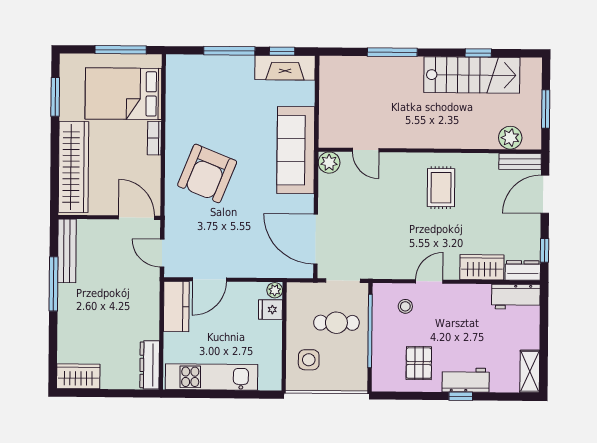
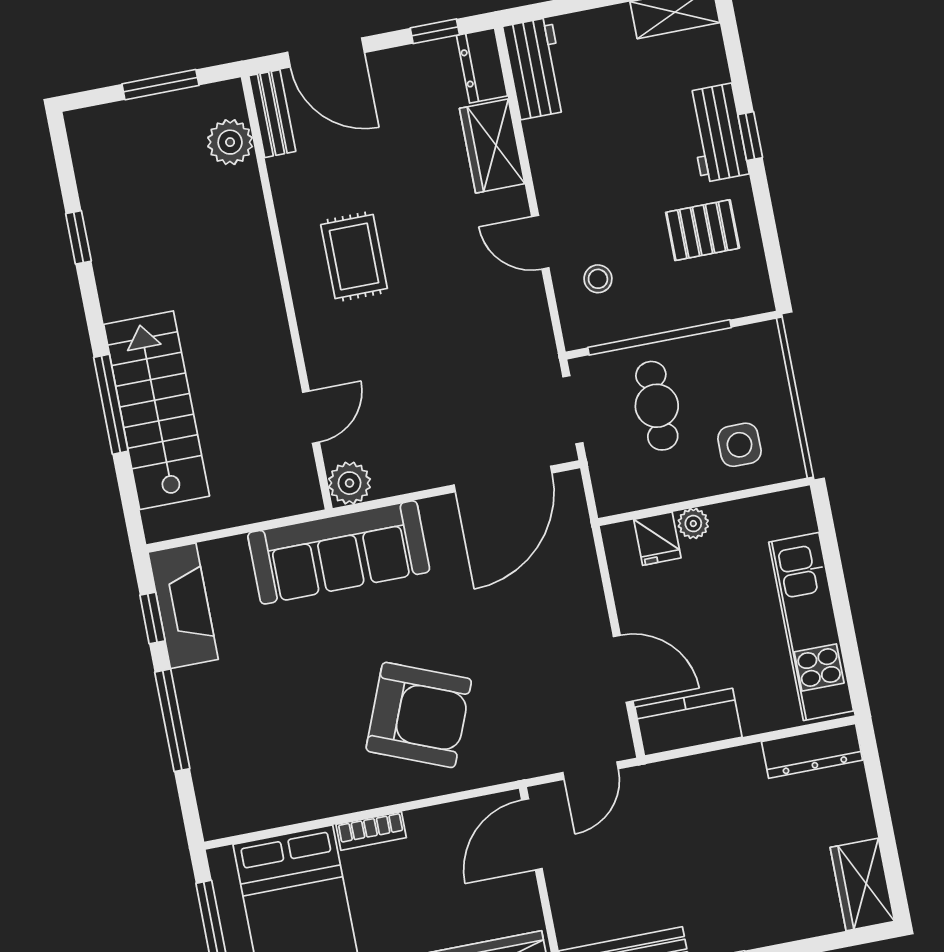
stairs: (472, 75) -> (157, 410), moved
rug: (441, 188) -> (354, 257), turned 90
plant: (275, 290) -> (693, 524), moved

